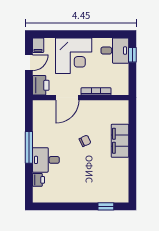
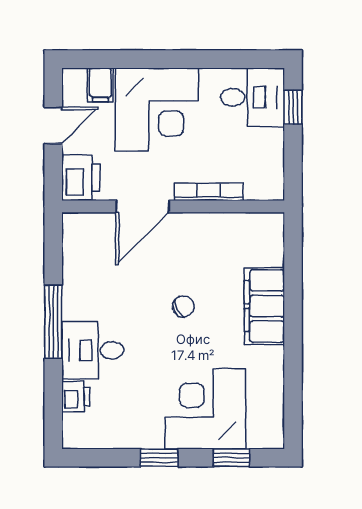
filing cabinet: (38, 45) -> (100, 85), moved
corner desk: (95, 185) -> (205, 409), added
window: (75, 206) -> (159, 458), added

